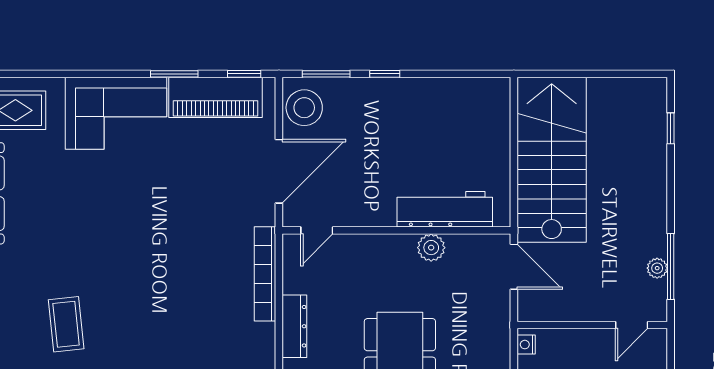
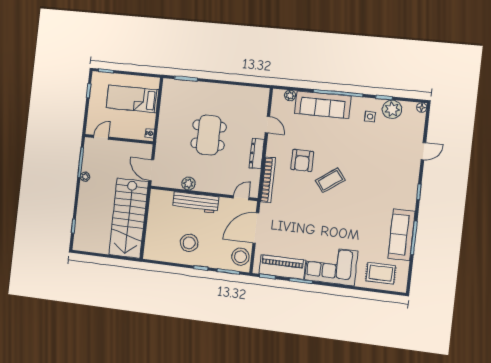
stool: (415, 123) -> (189, 243), added
workbench: (445, 209) -> (196, 203), moved
plant: (657, 268) -> (85, 177), moved
armchair: (199, 322) -> (302, 160), added
coffee table: (66, 324) -> (330, 180), moved, turned 60

